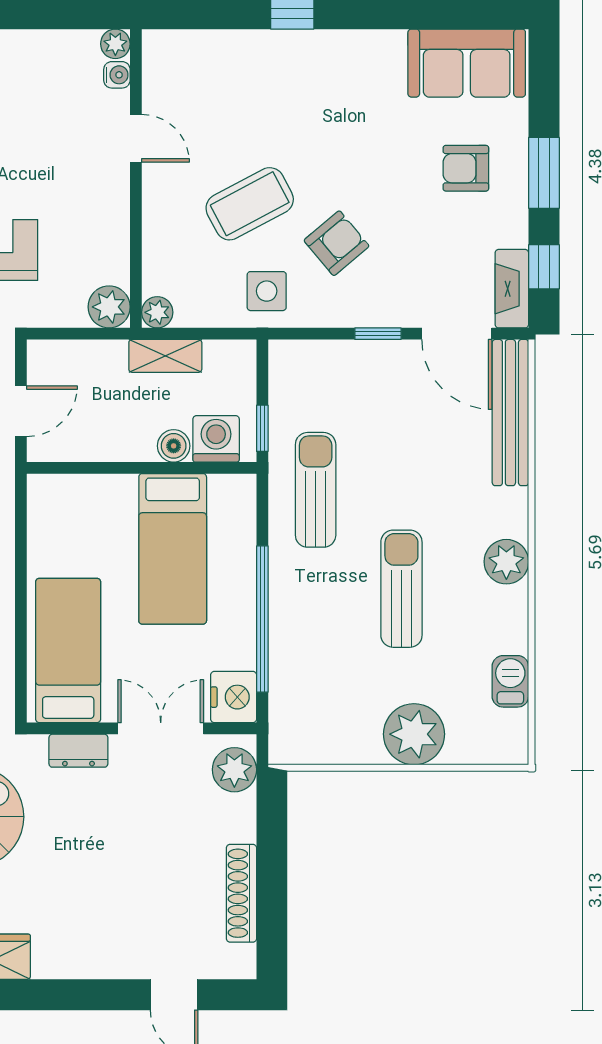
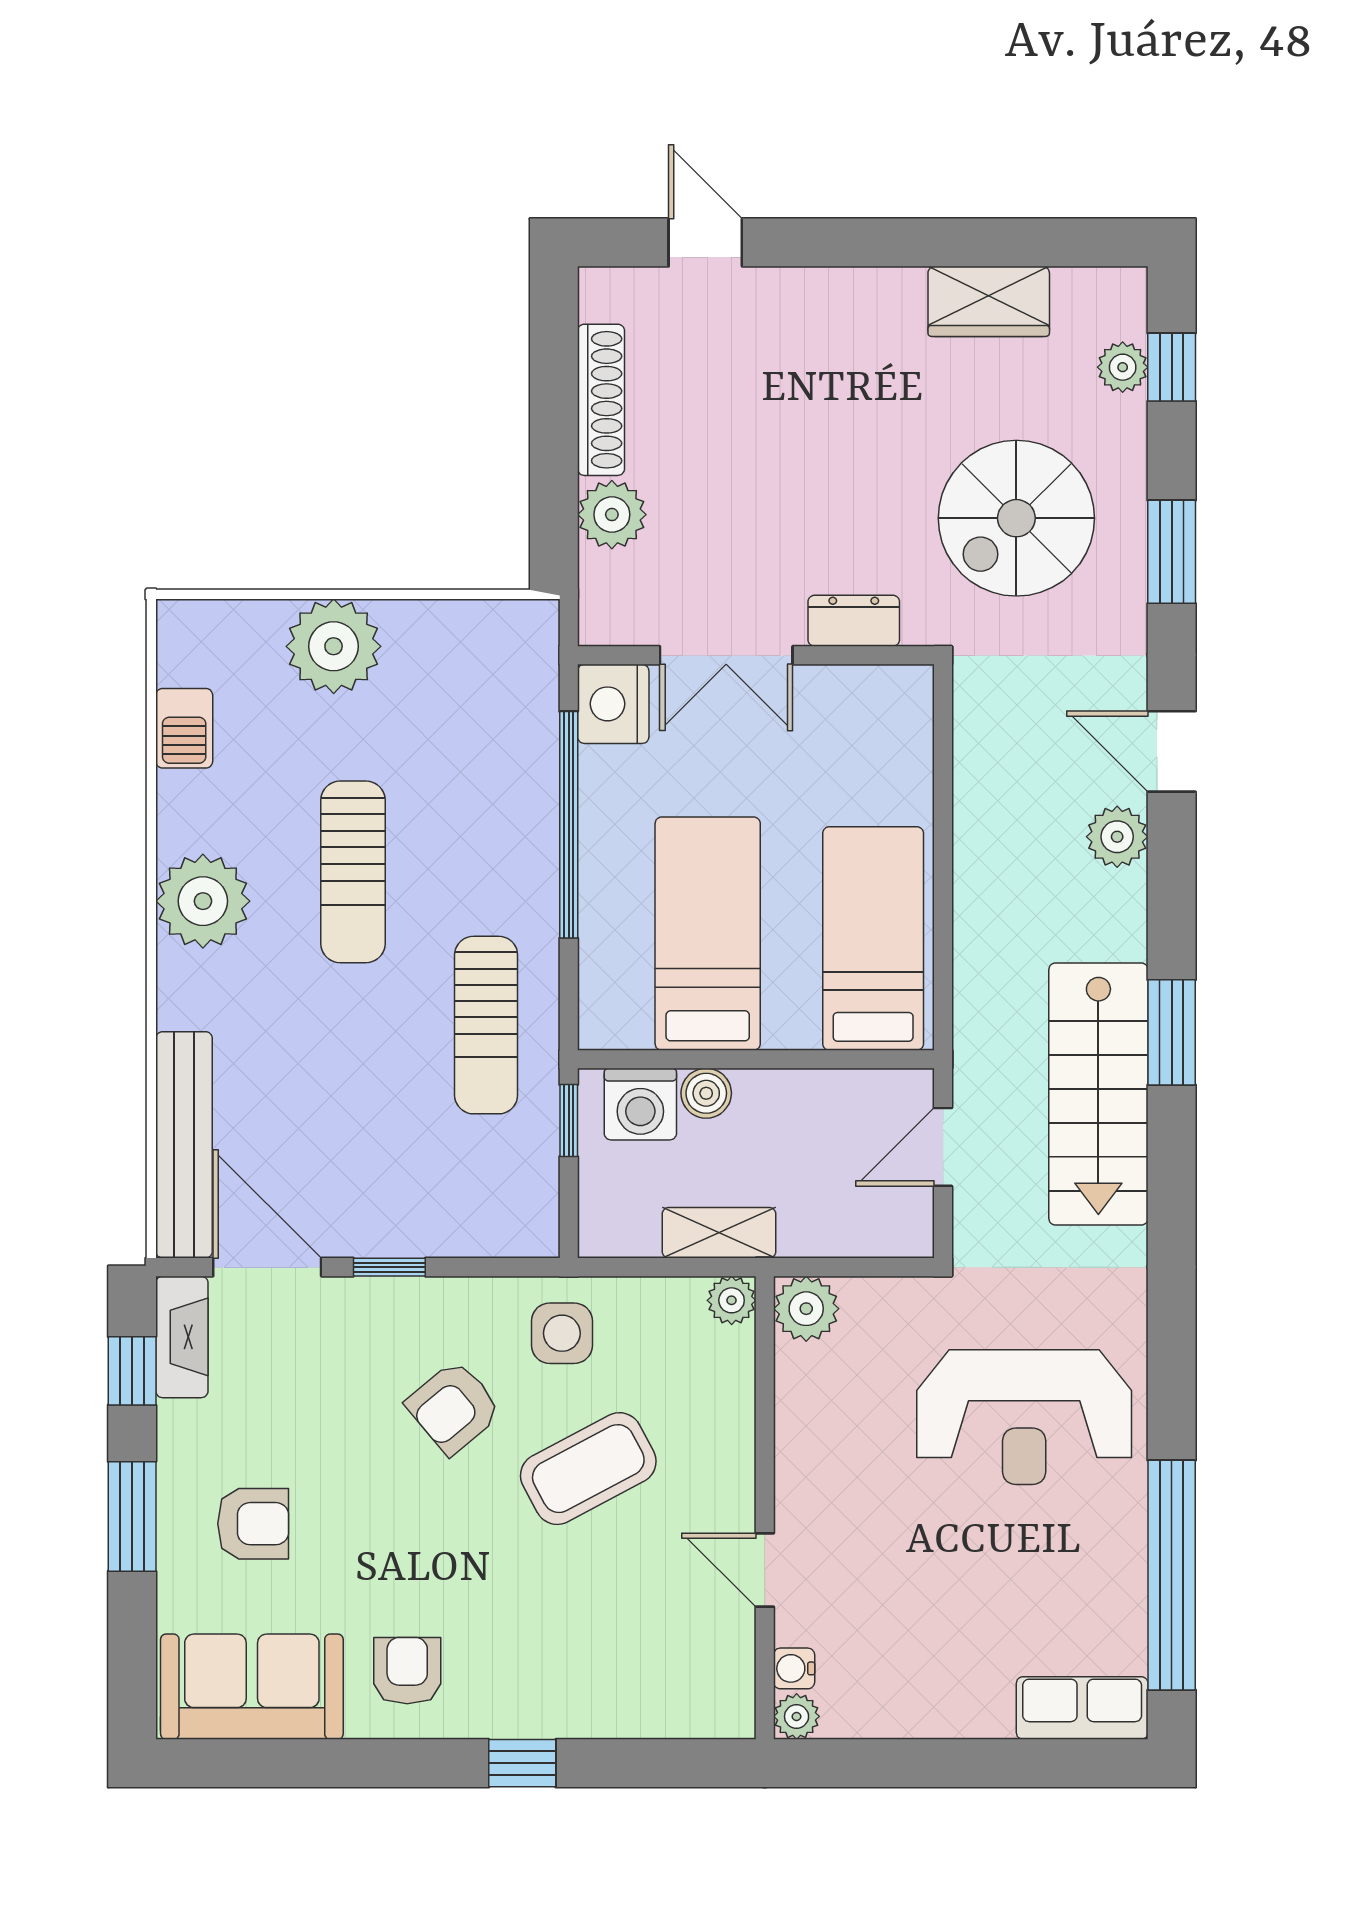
armchair: (366, 73) -> (407, 1671), added
plant: (506, 562) -> (203, 901), width x1.36, depth x1.36
bed: (68, 650) -> (873, 938), moved, turned 180
plant: (234, 770) -> (612, 515), moved

